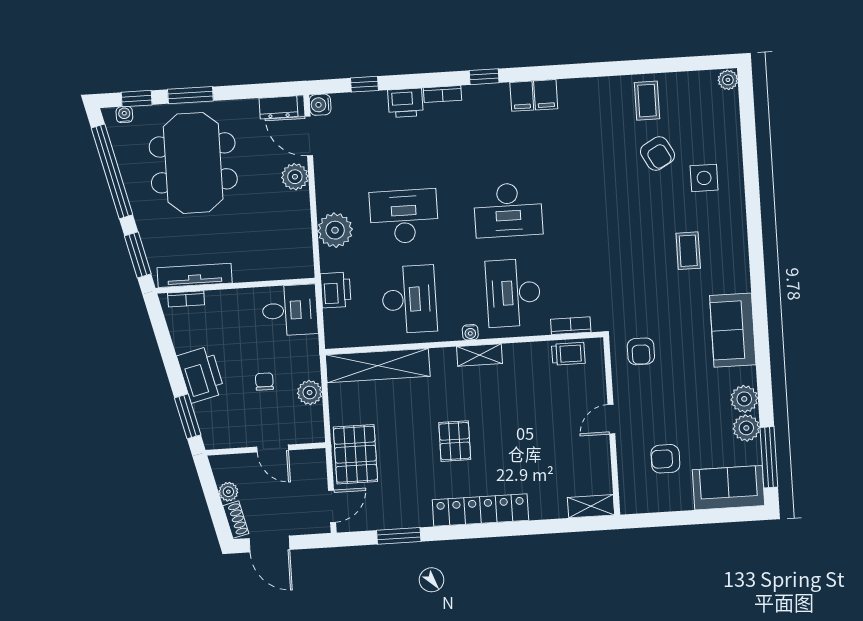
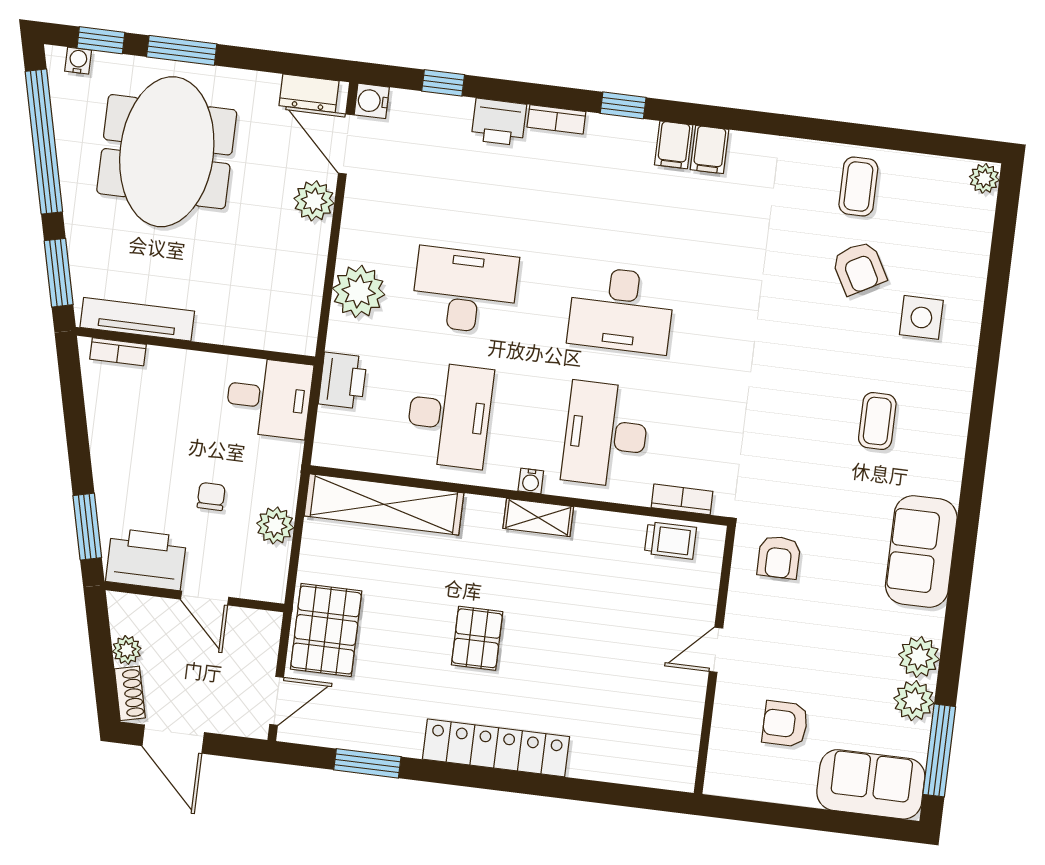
printer: (201, 375) -> (146, 559), moved, turned -76
shelving: (591, 506) -> (661, 773), removed

